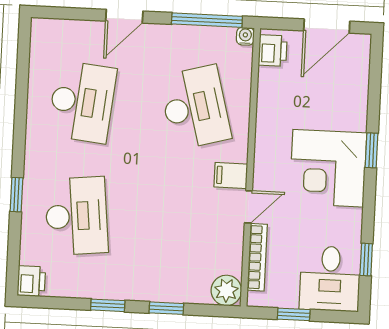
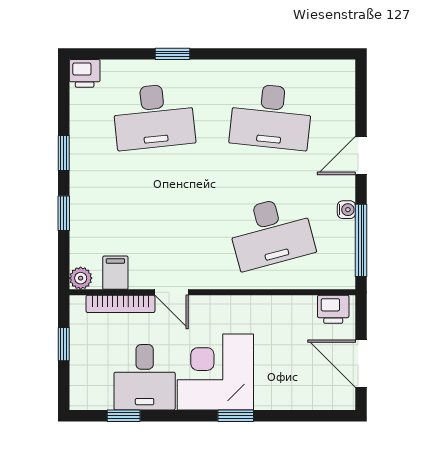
door: (124, 16) -> (361, 156), hinge flipped
water cooler: (245, 36) -> (346, 210), moved
filing cabinet: (231, 175) -> (115, 273), moved
desk: (330, 279) -> (145, 377), moved, turned -90
plant: (226, 290) -> (81, 278), width x0.73, depth x0.73

